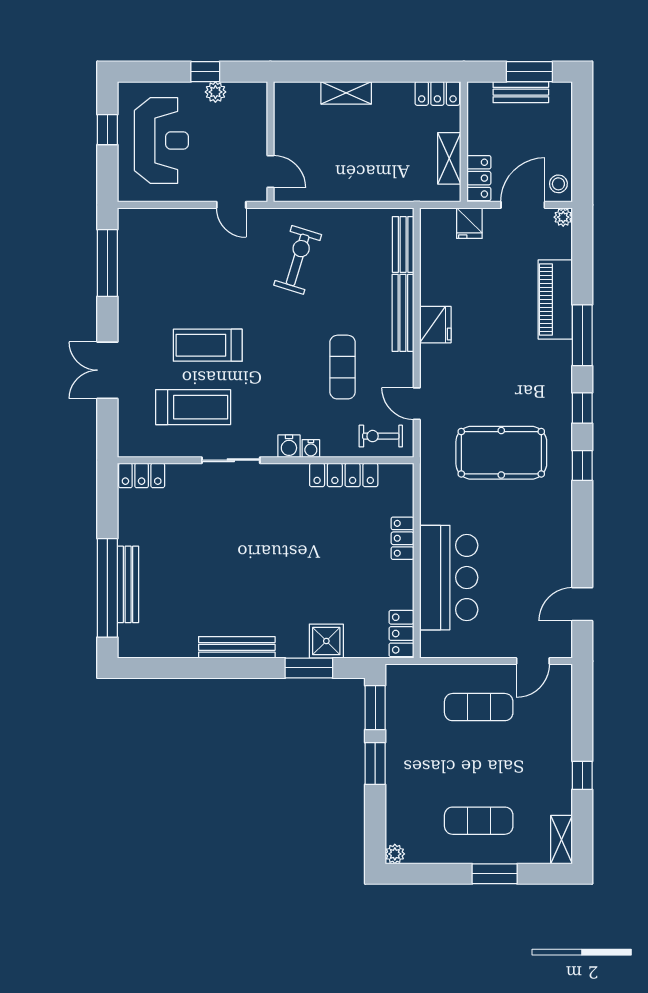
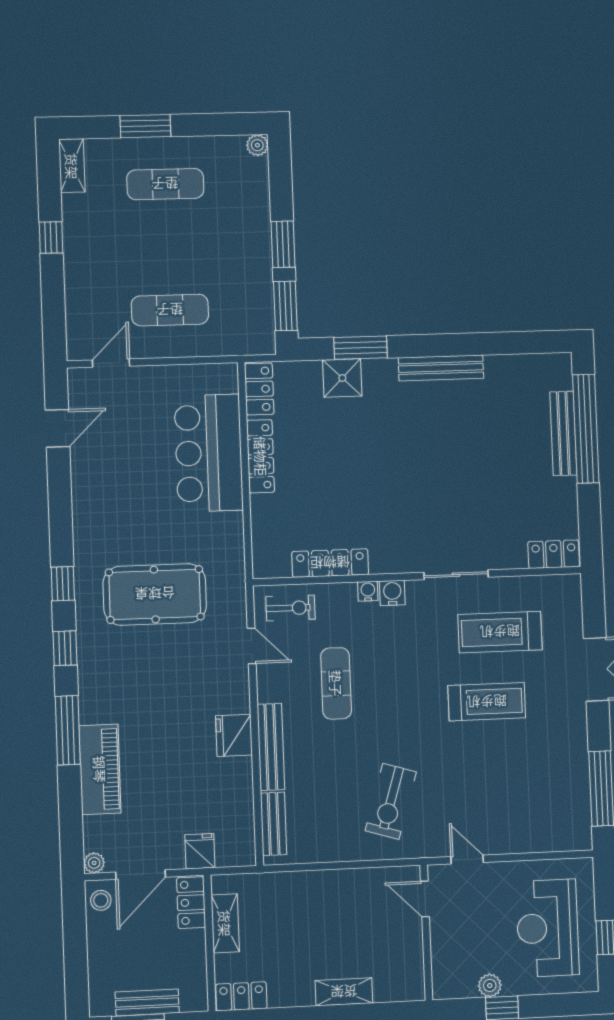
locker: (402, 538) -> (261, 456), moved, width x1.53

